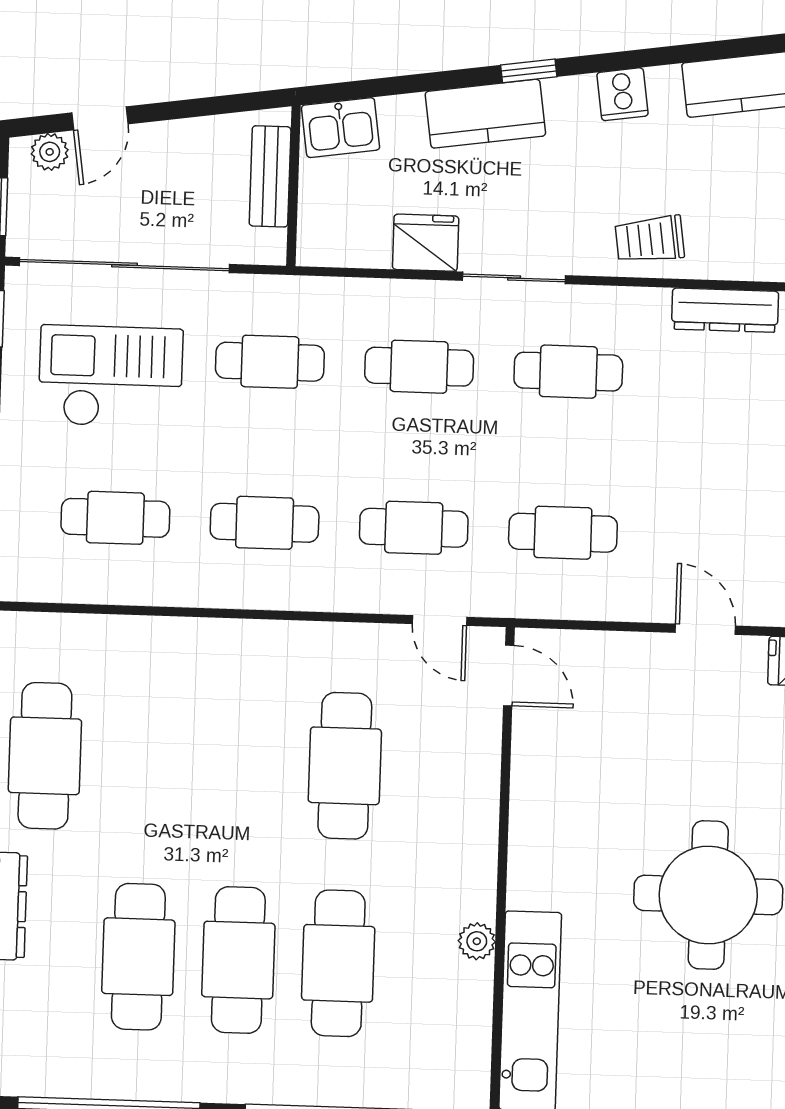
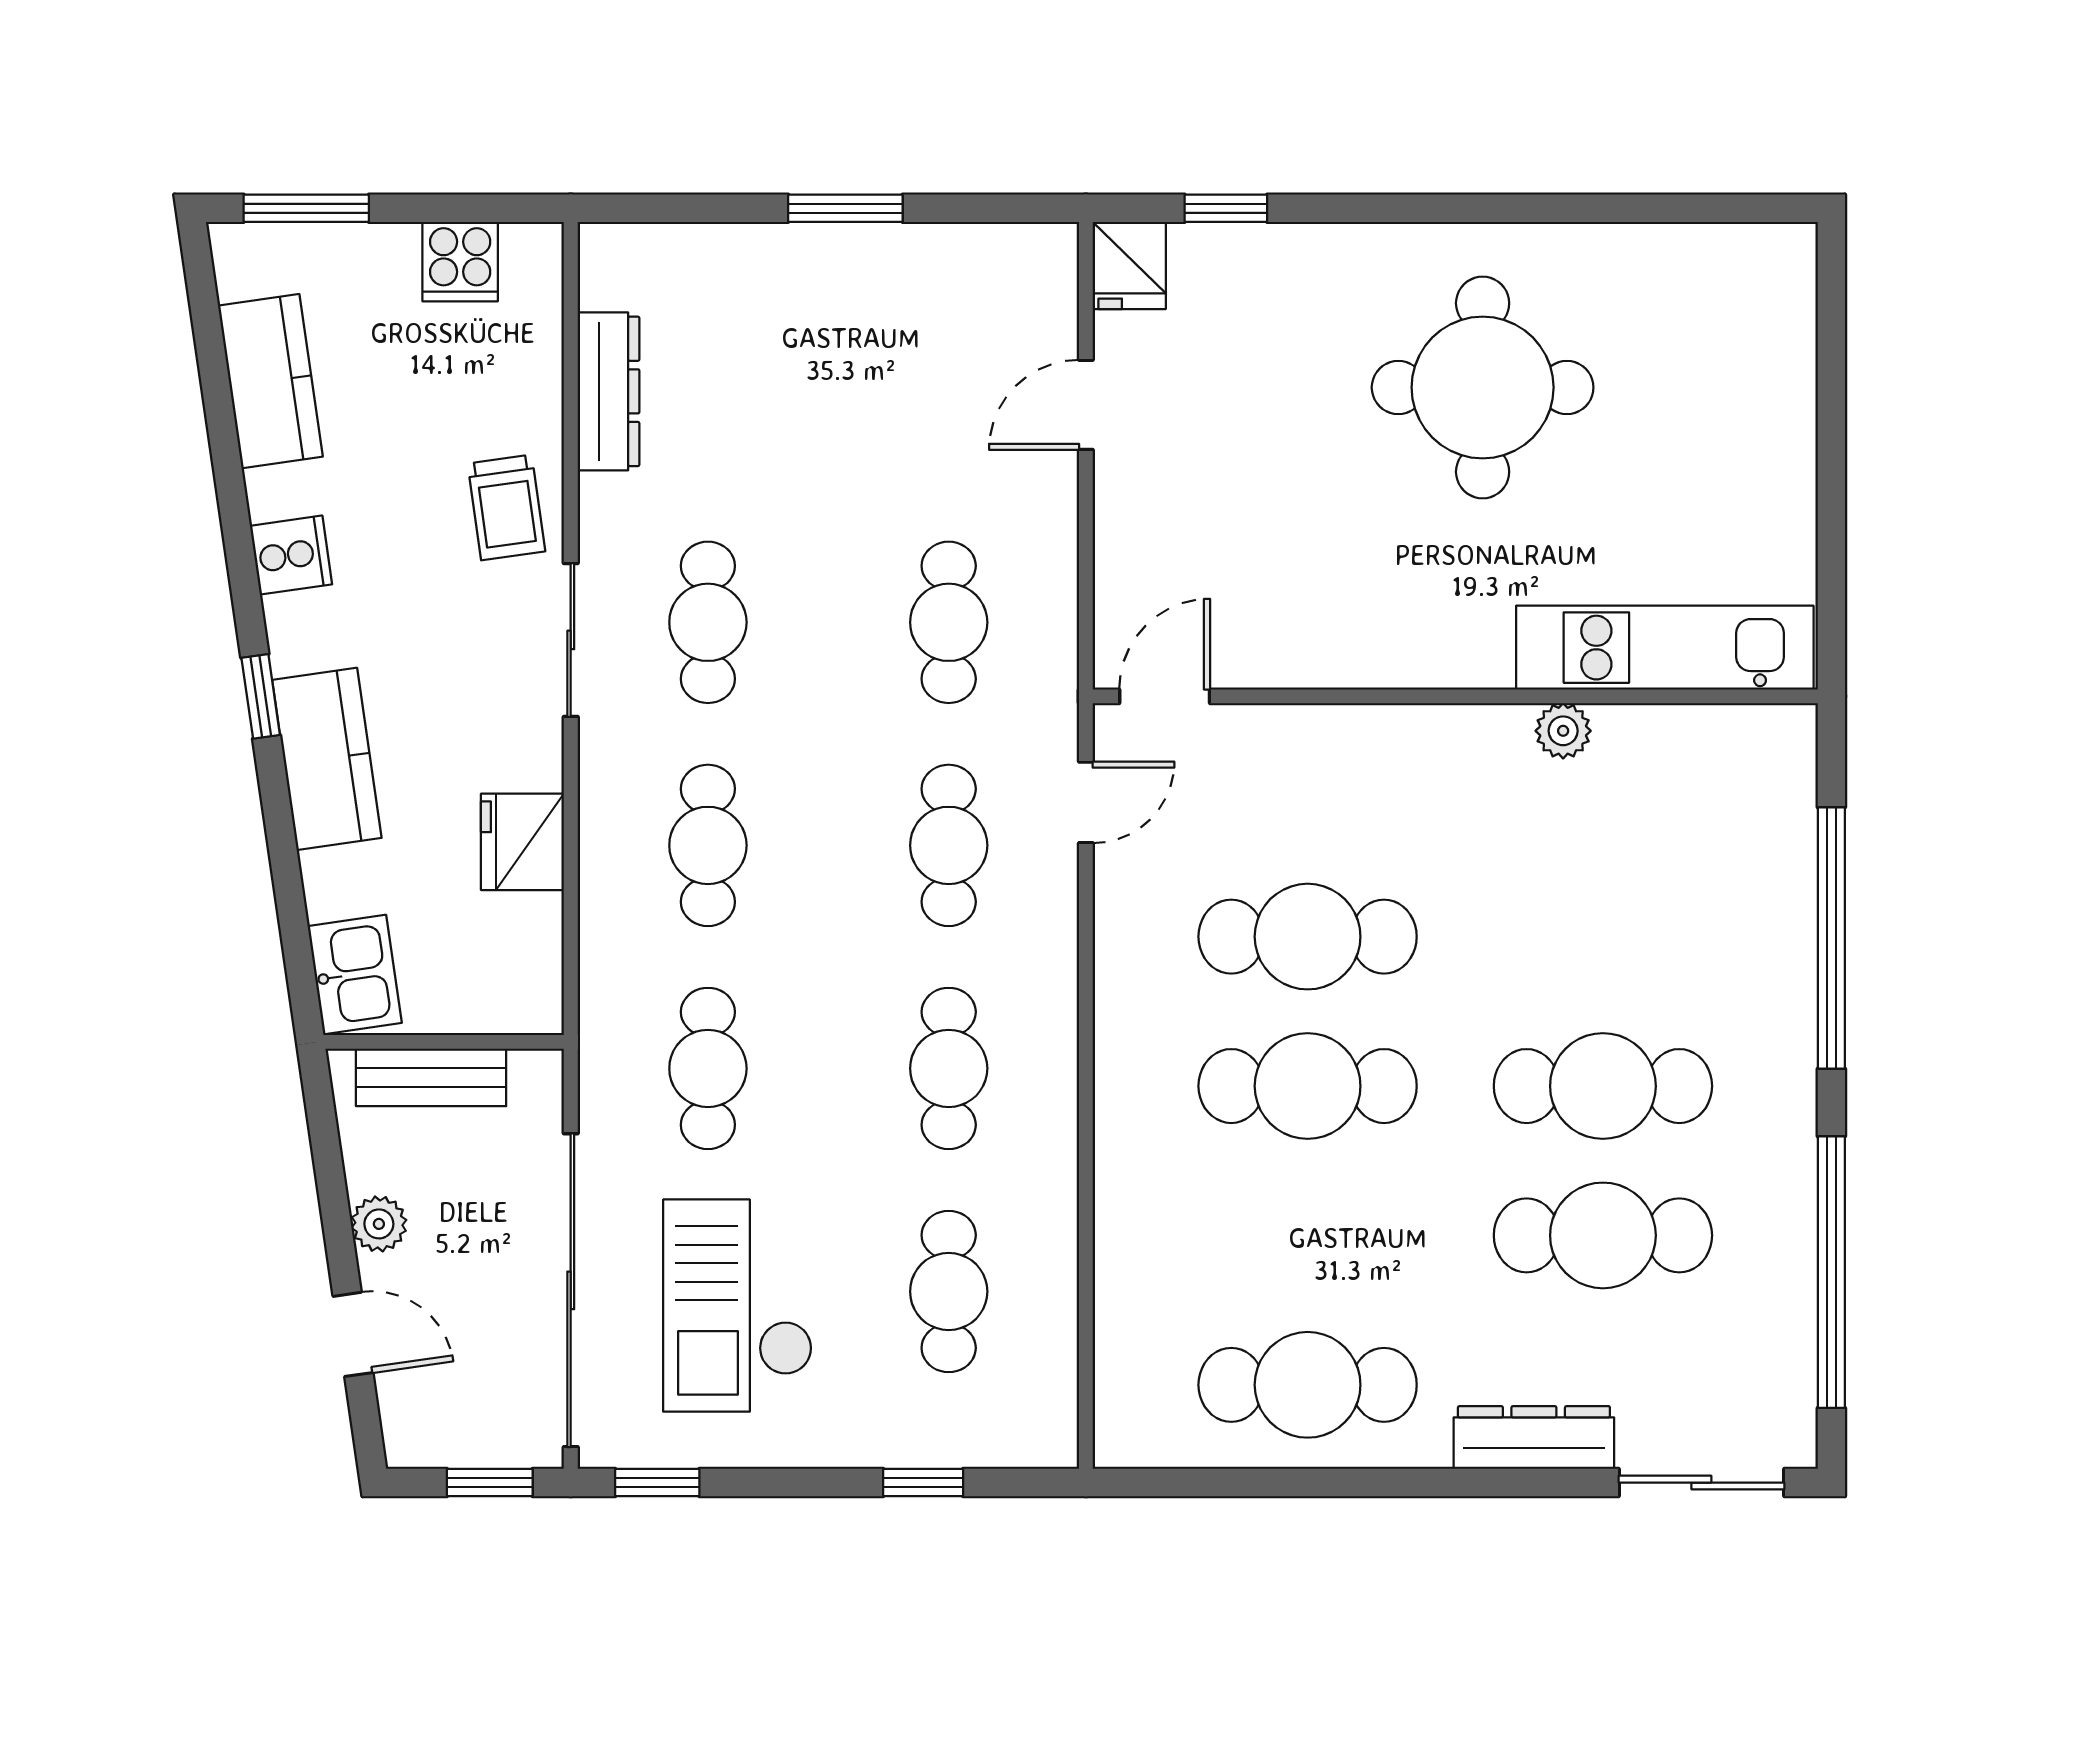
plant: (50, 152) -> (379, 1224), moved
sliding door: (514, 278) -> (571, 640), moved
cafe table: (338, 963) -> (1308, 1086), moved

